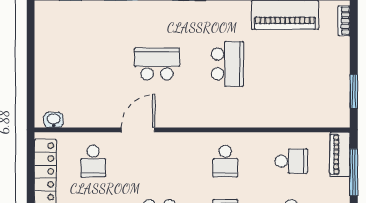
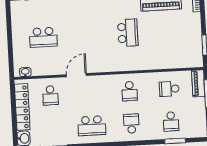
school desk: (157, 64) -> (43, 37), moved, turned 180
school desk: (291, 161) -> (169, 89), turned 180

